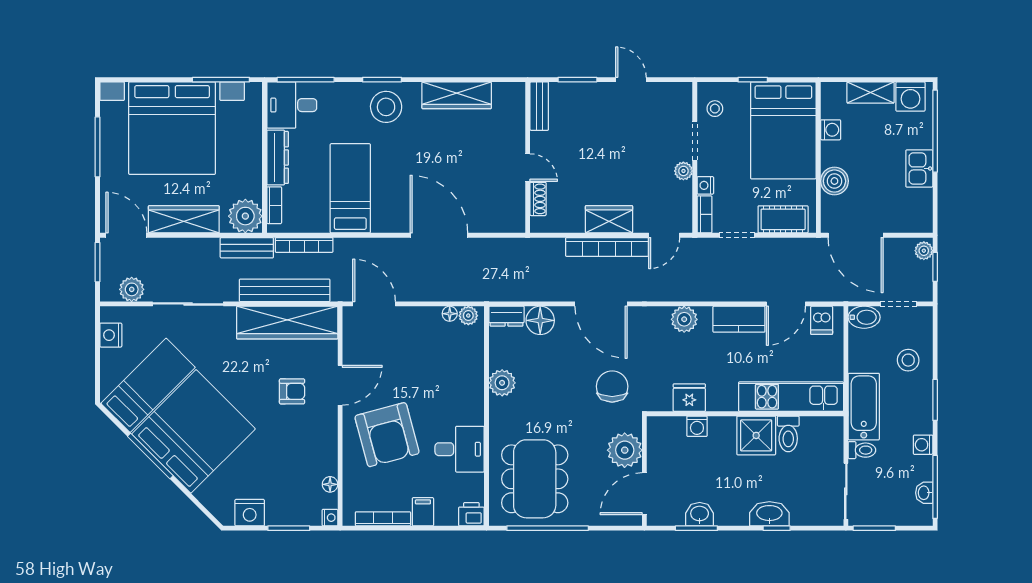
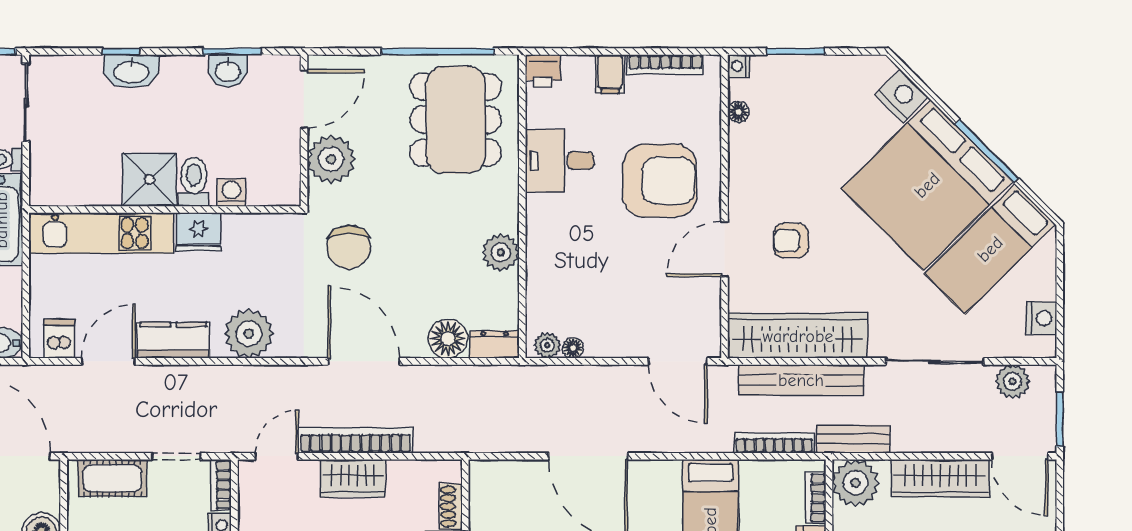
plant: (684, 319) -> (249, 334), width x1.36, depth x1.36
fridge: (689, 398) -> (199, 232), moved
toilet: (788, 434) -> (194, 182), moved
armchair: (387, 435) -> (660, 181), turned 105
nightstand: (250, 513) -> (902, 96), moved, turned 45

